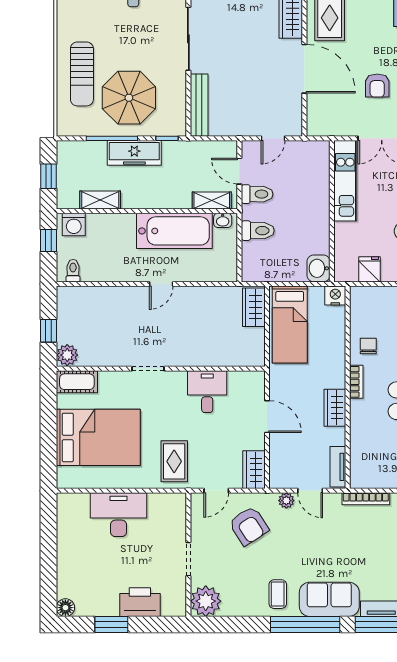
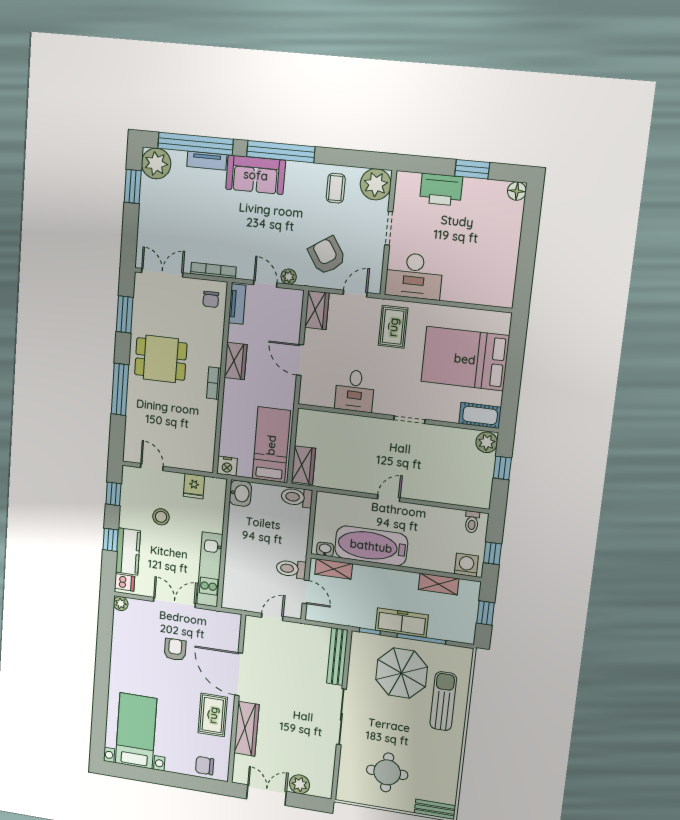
toilet: (258, 231) -> (297, 497), moved
chair: (368, 346) -> (211, 299), moved
desk: (119, 515) -> (414, 276), moved
coffee table: (278, 594) -> (336, 188), moved

